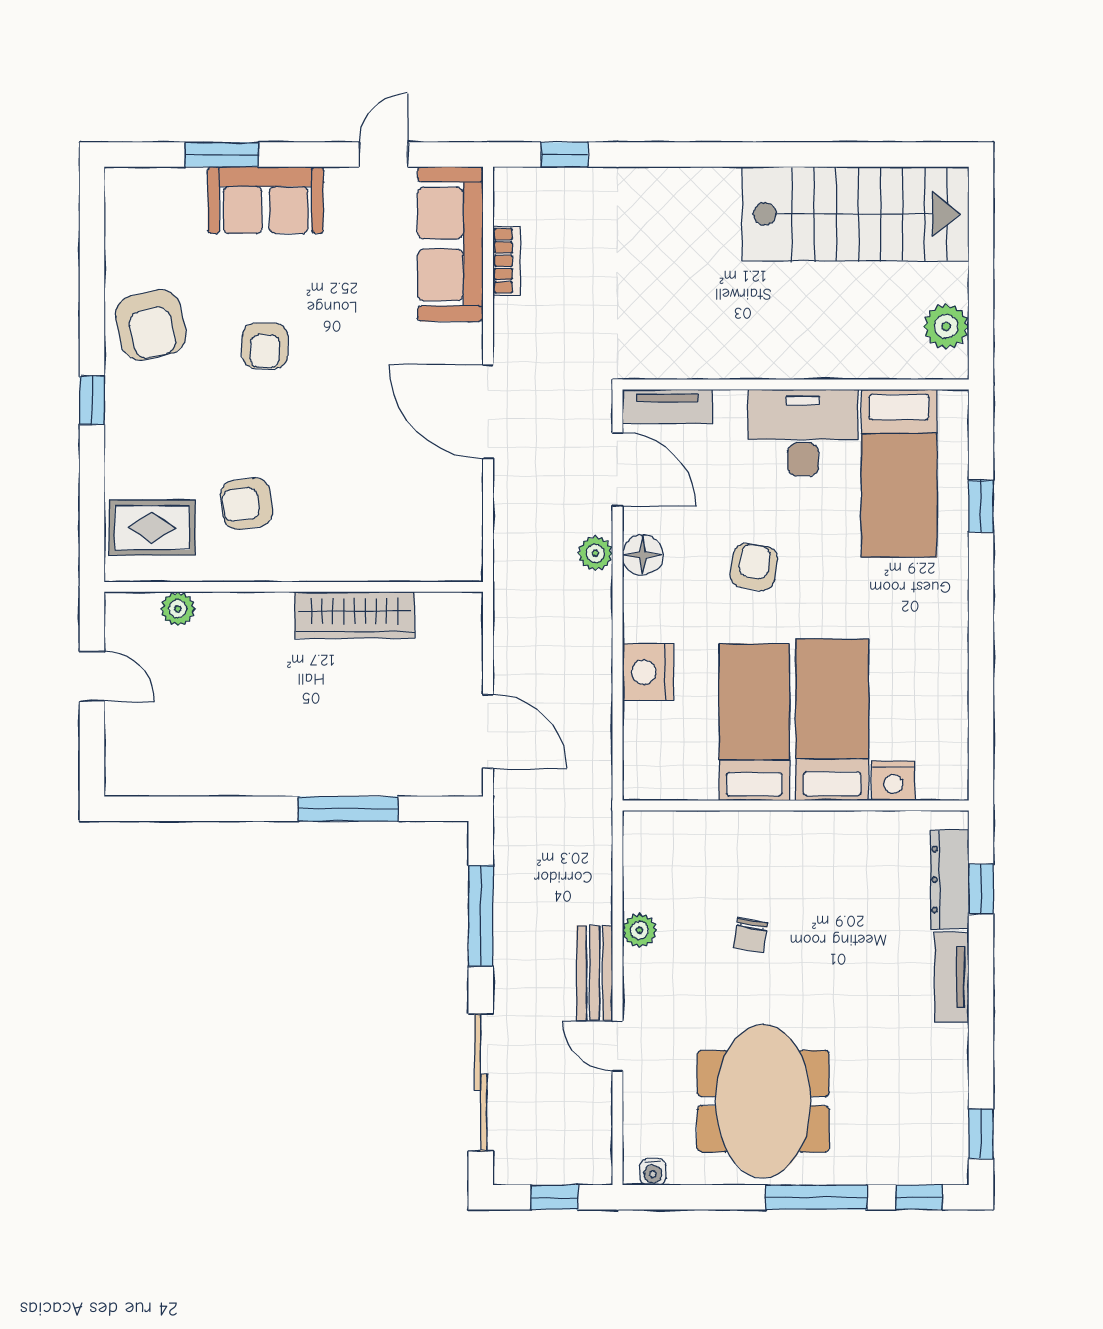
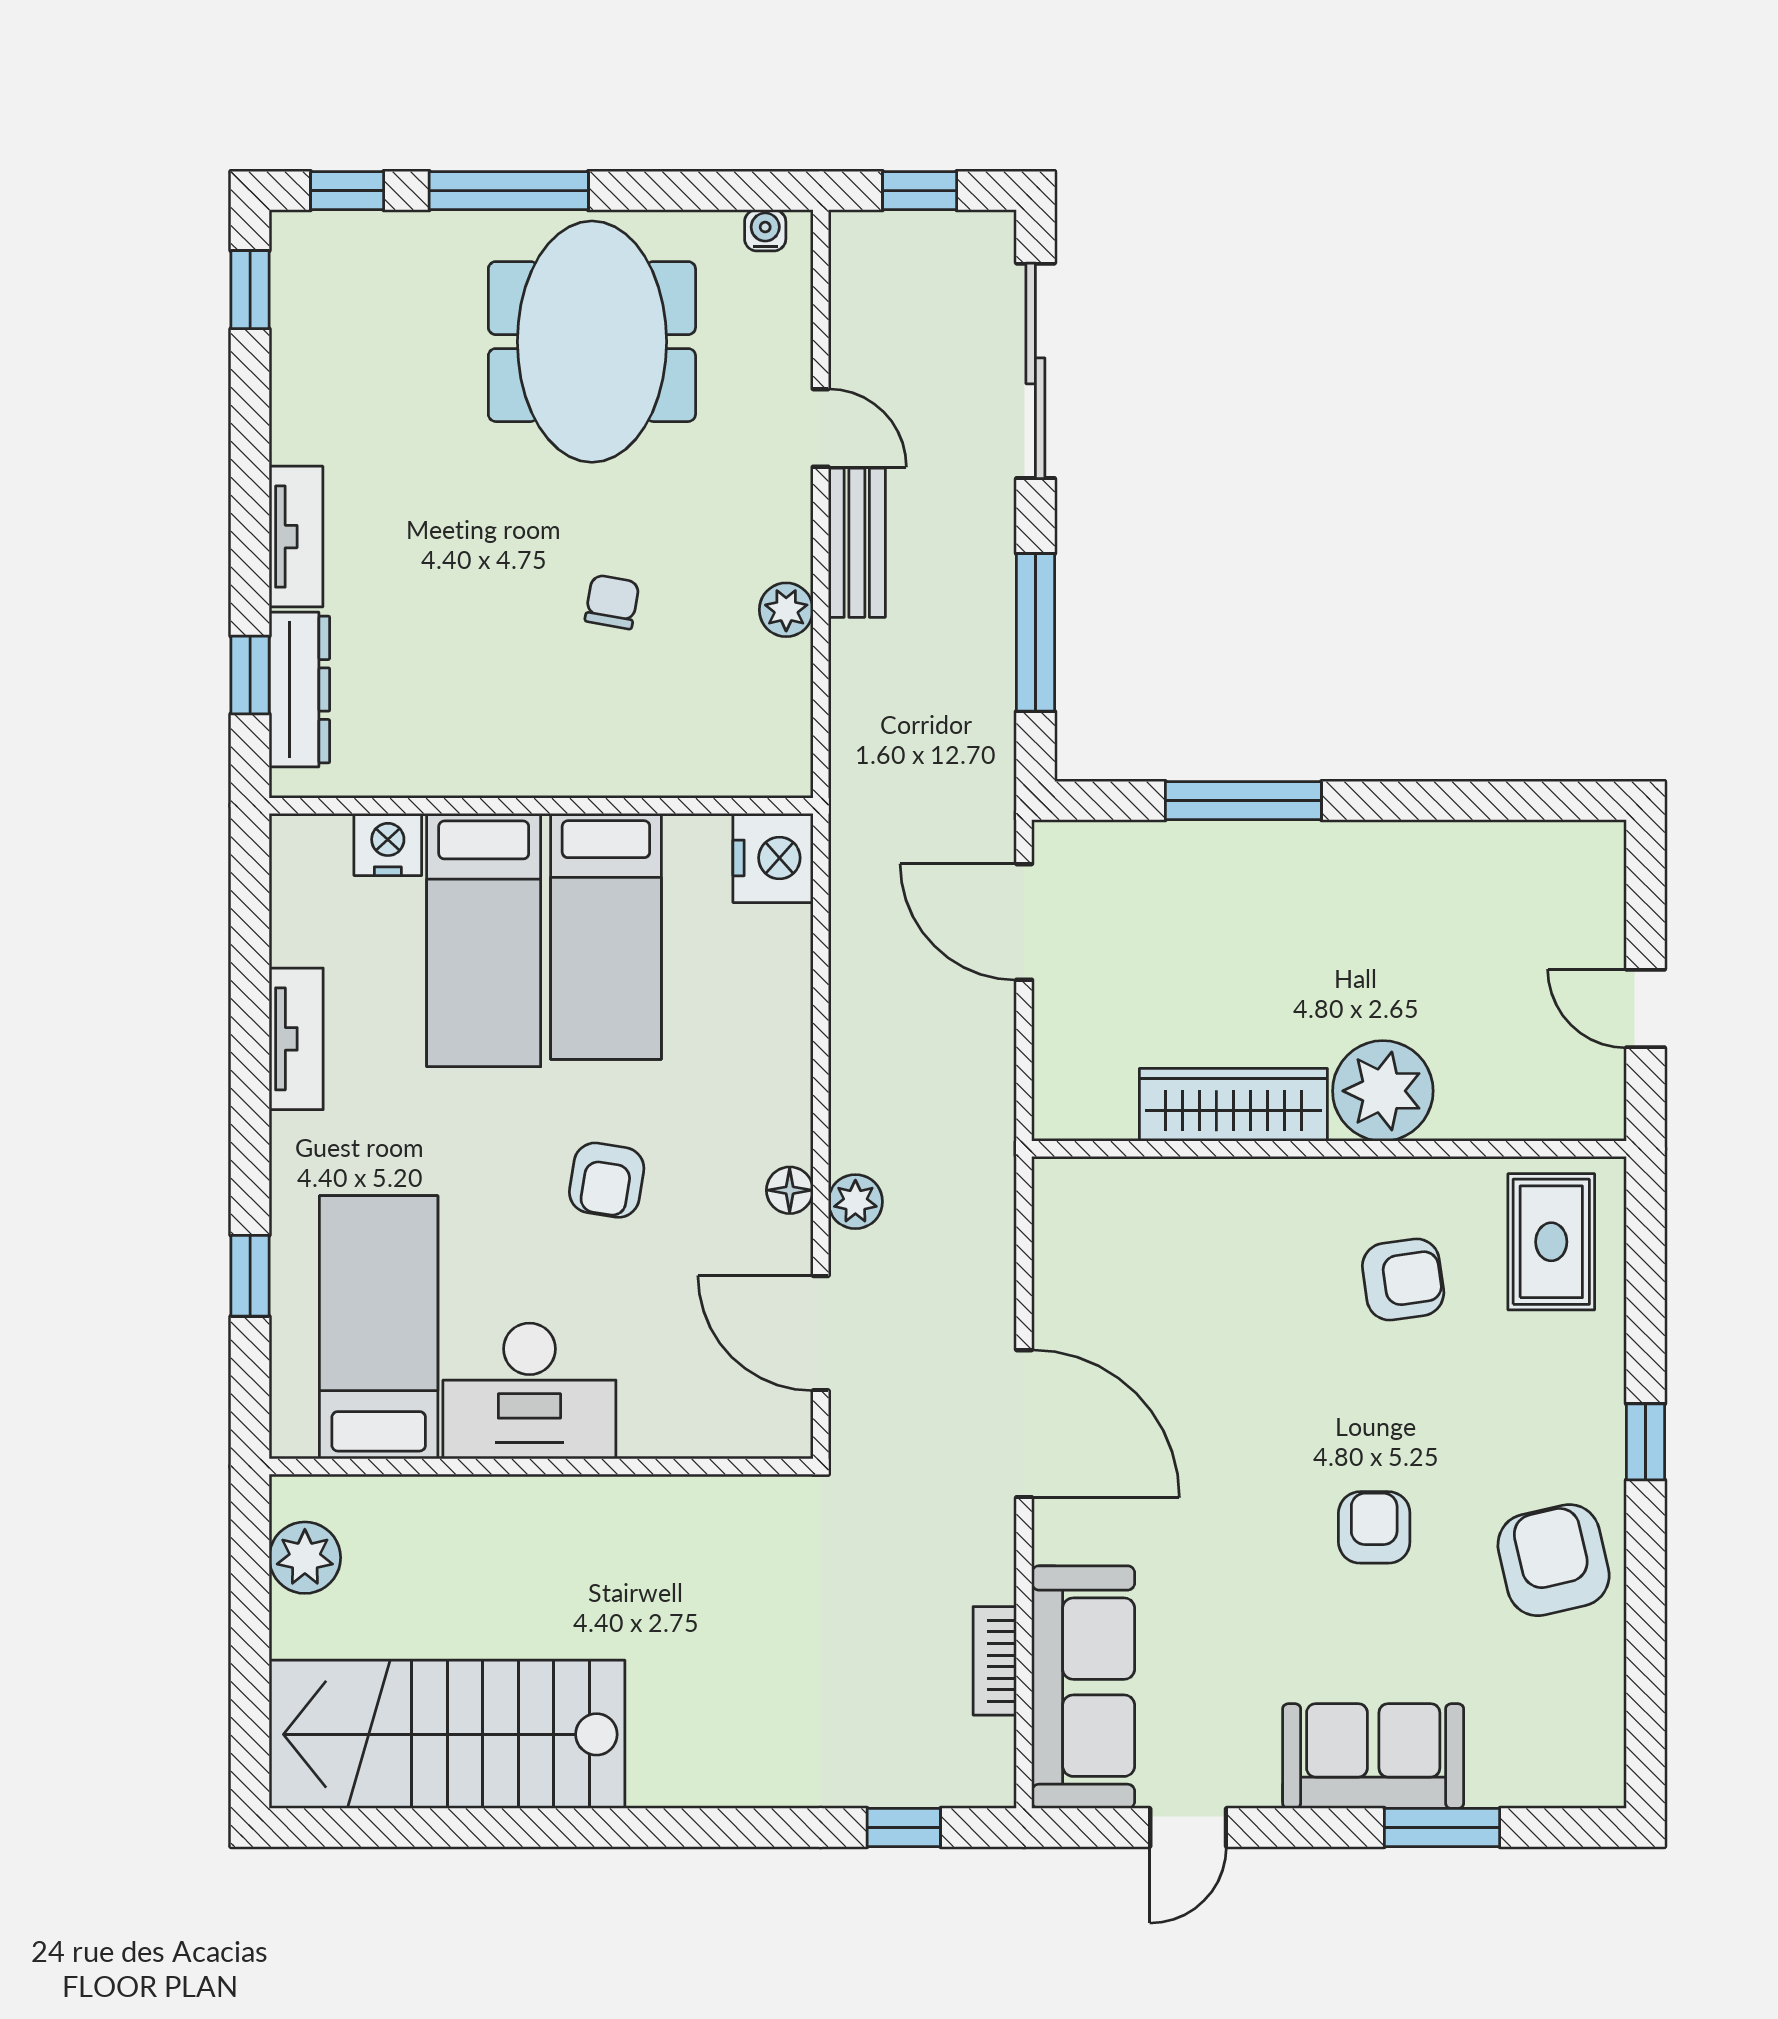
tv unit: (668, 407) -> (296, 1039), moved, turned 90
rug: (152, 528) -> (1551, 1242), turned 90
floor lamp: (643, 555) -> (790, 1190), width x0.73, depth x0.73
plant: (178, 609) -> (1383, 1091), moved, width x1.87, depth x1.87
nightstand: (648, 672) -> (773, 858), moved

